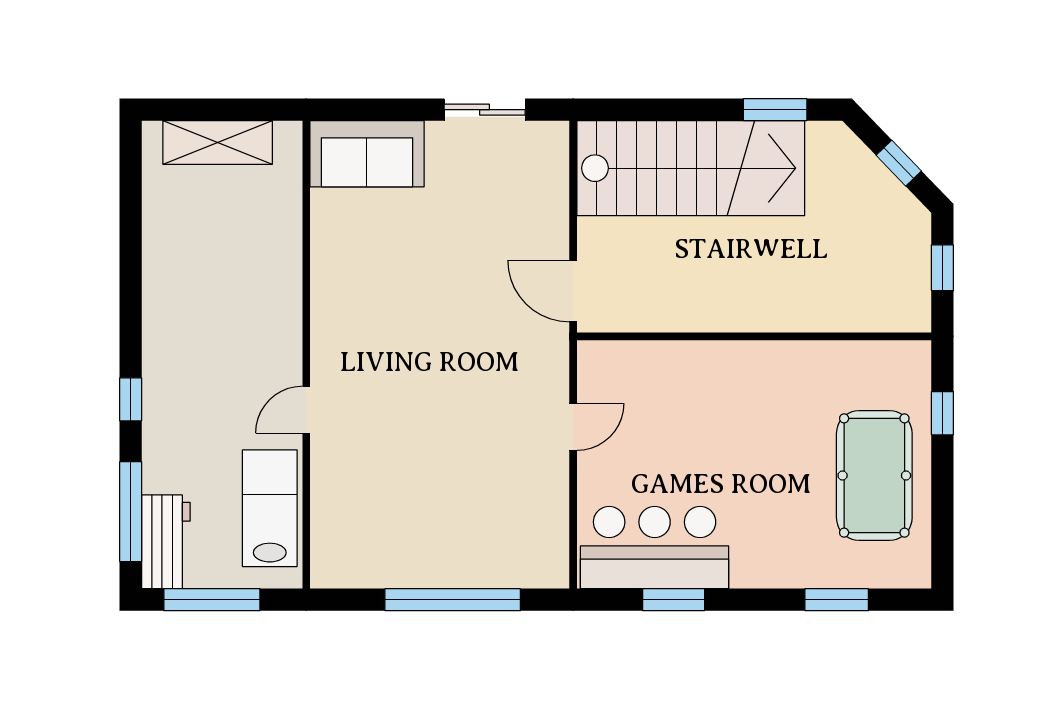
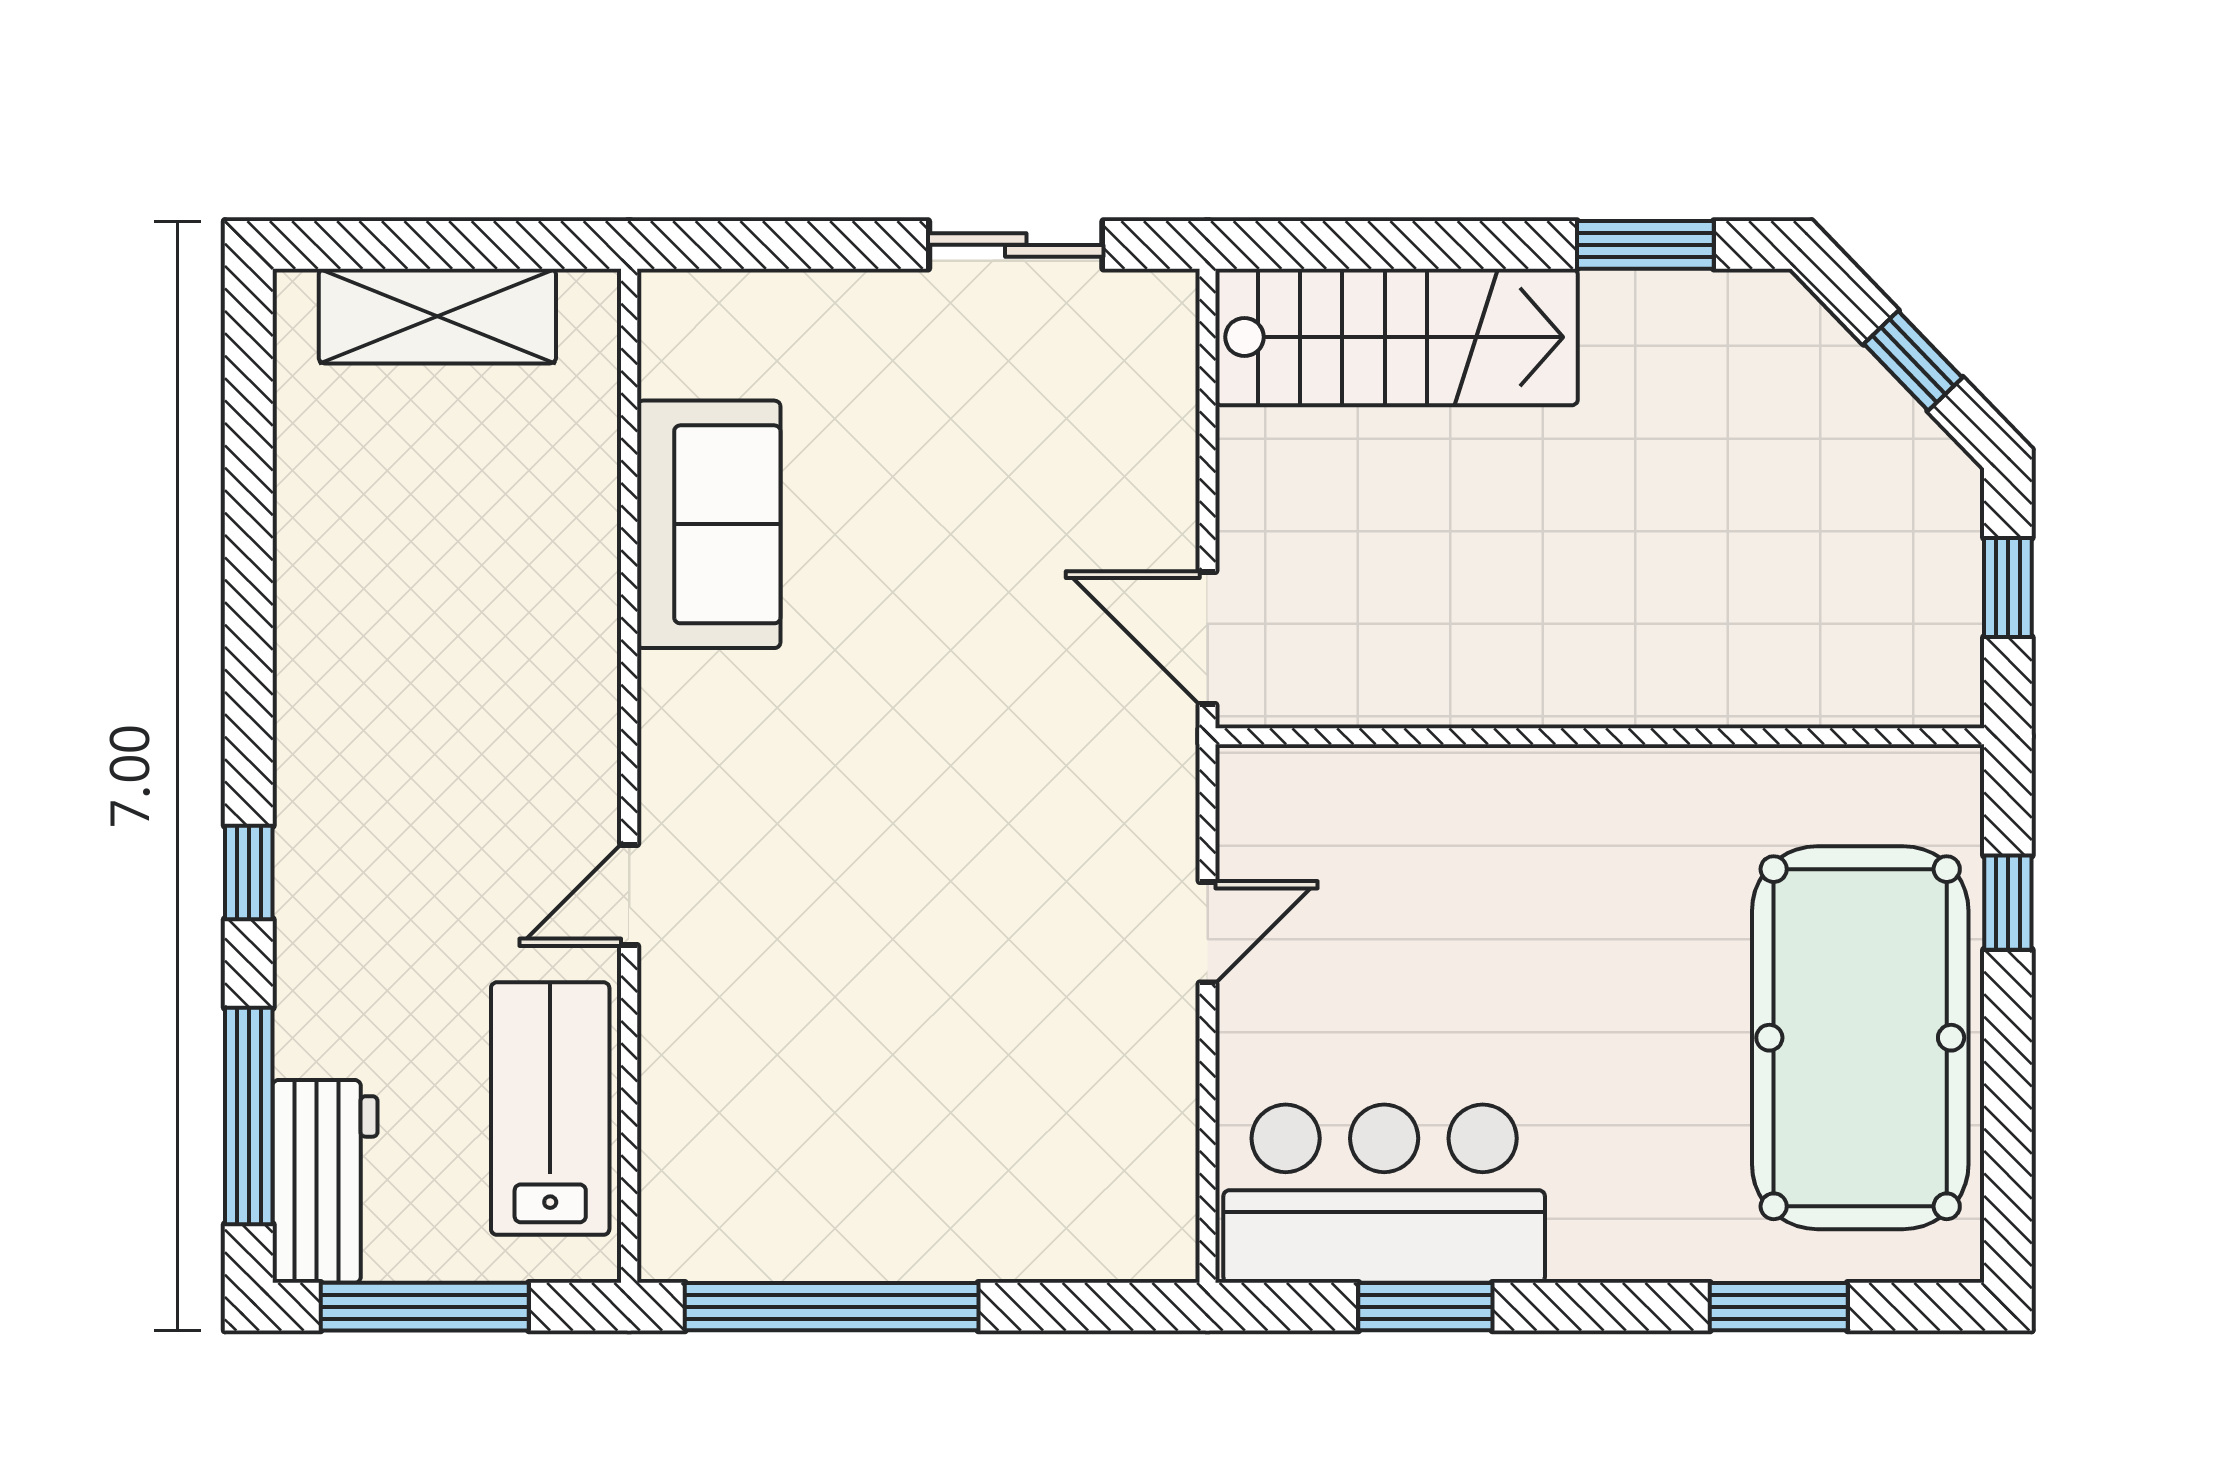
sofa: (367, 154) -> (709, 524), moved, turned -90
stairs: (691, 168) -> (1397, 337), width x0.73, depth x0.66
pool table: (874, 476) -> (1860, 1038), width x1.36, depth x1.32
window: (453, 600) -> (832, 1307), moved

